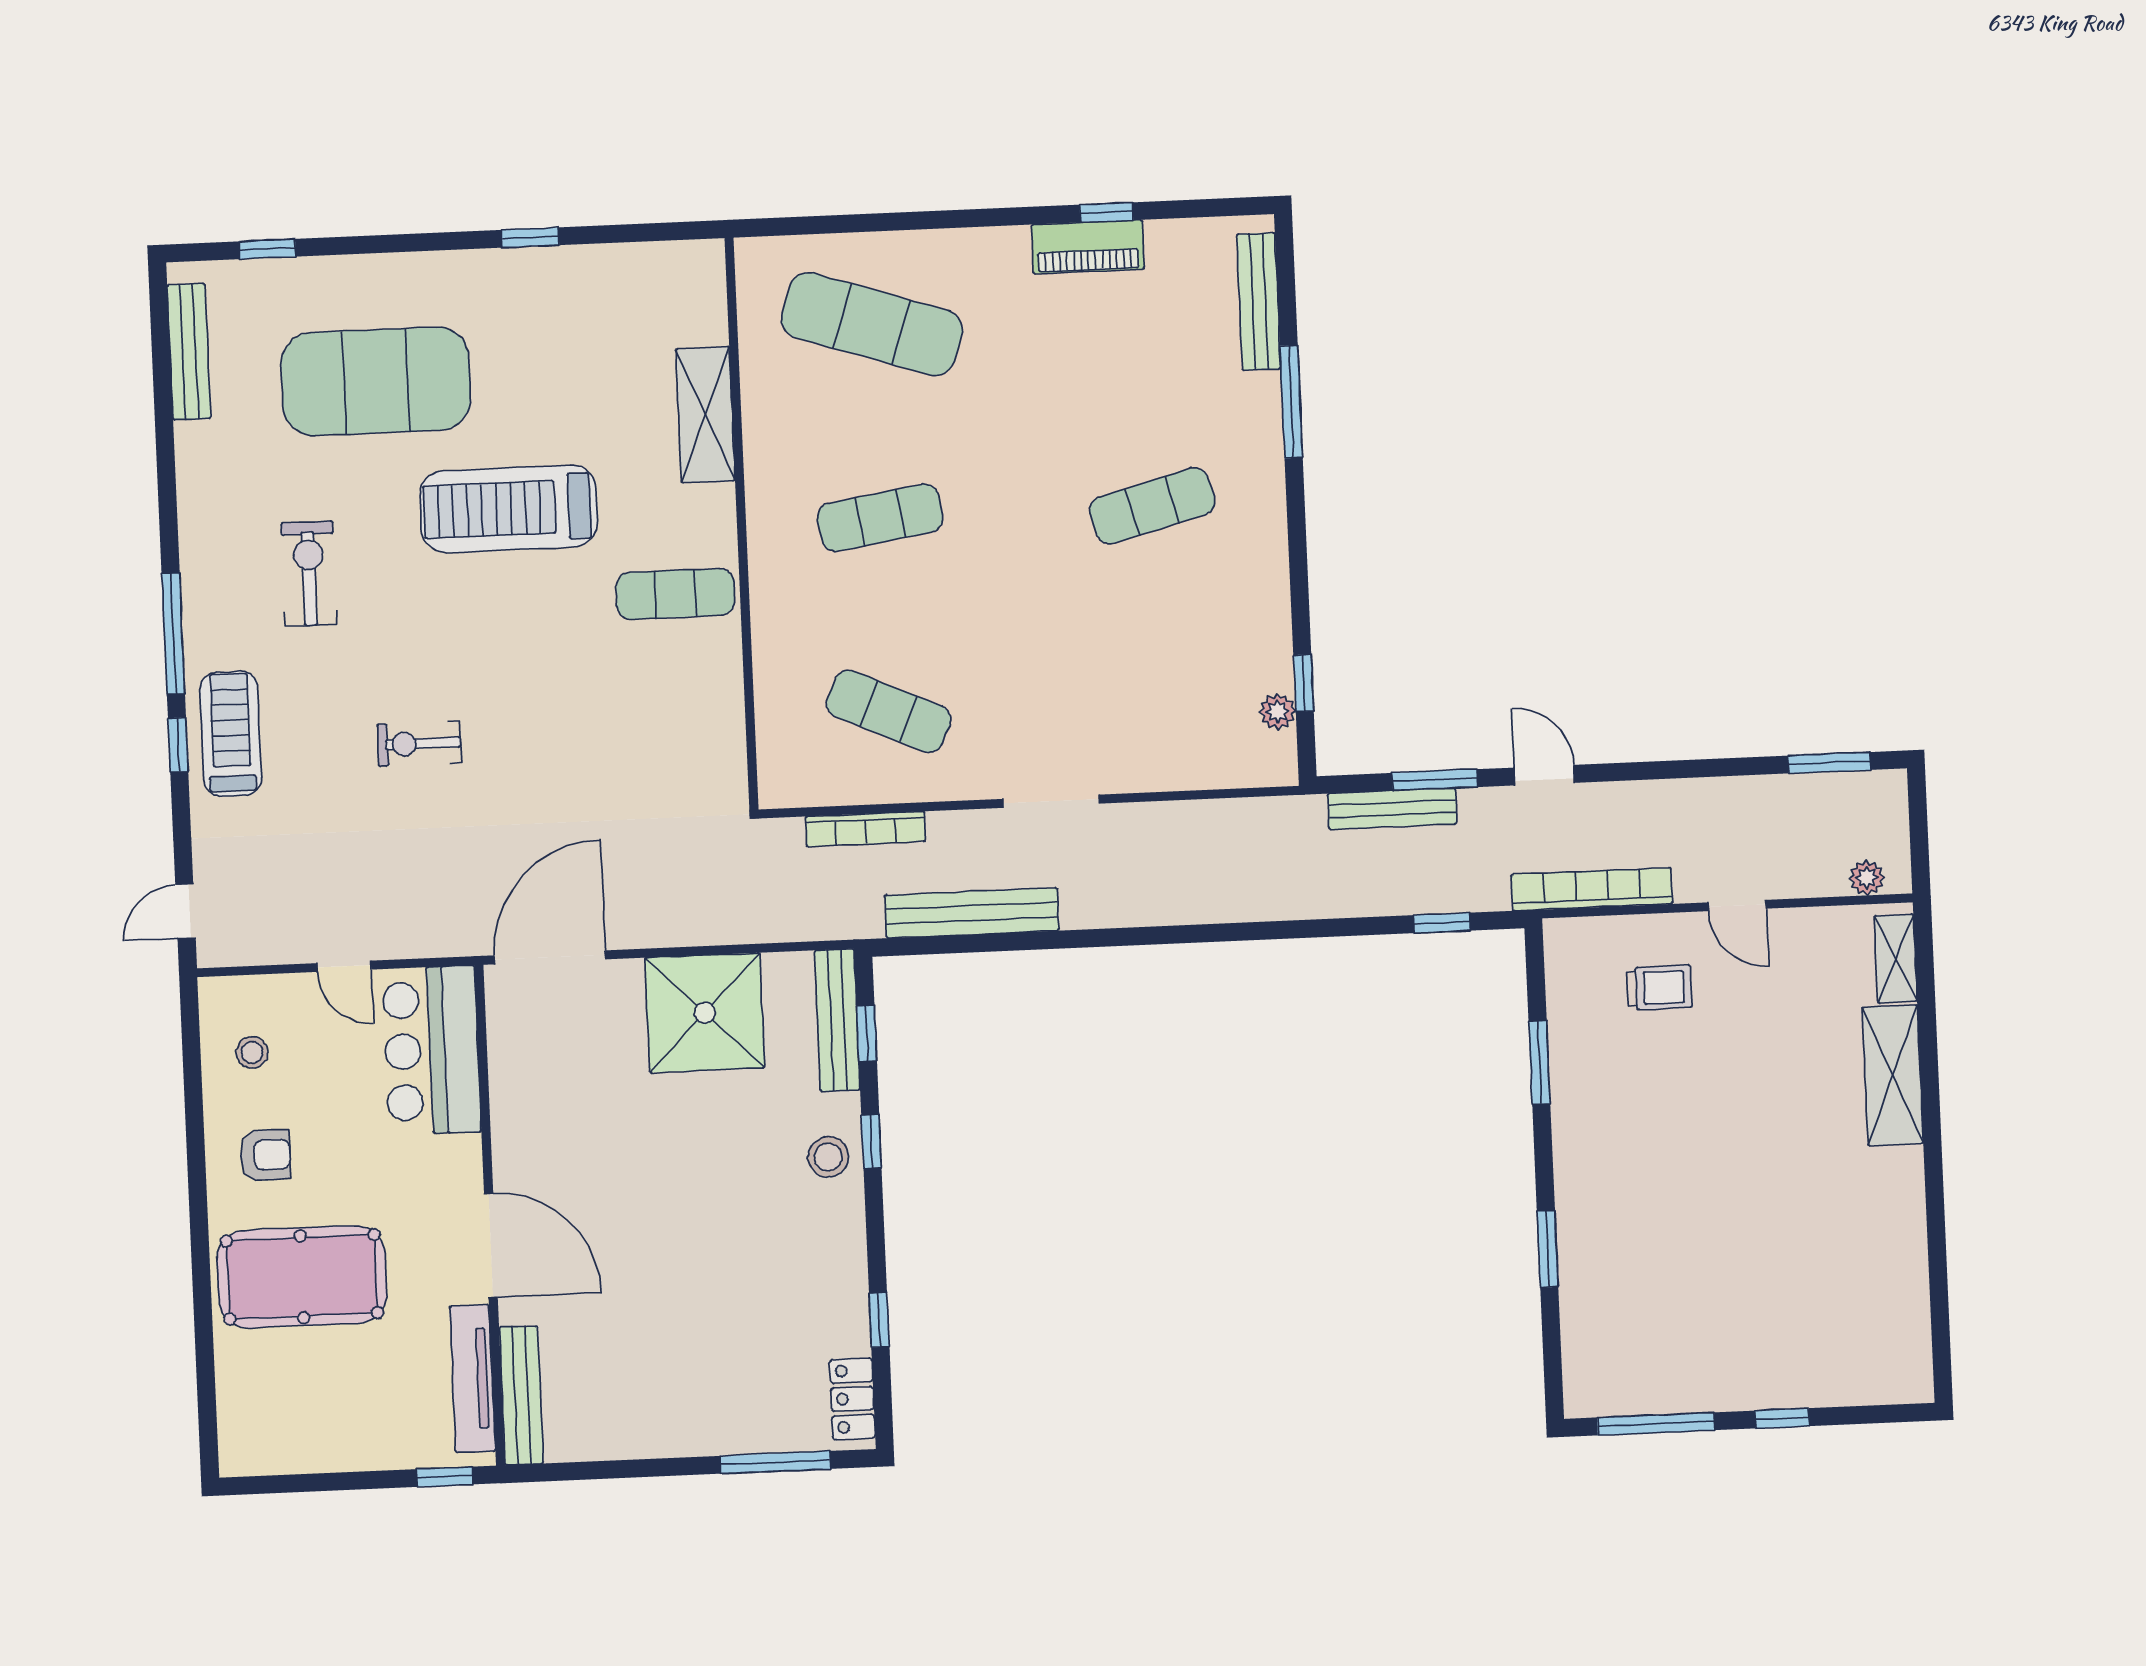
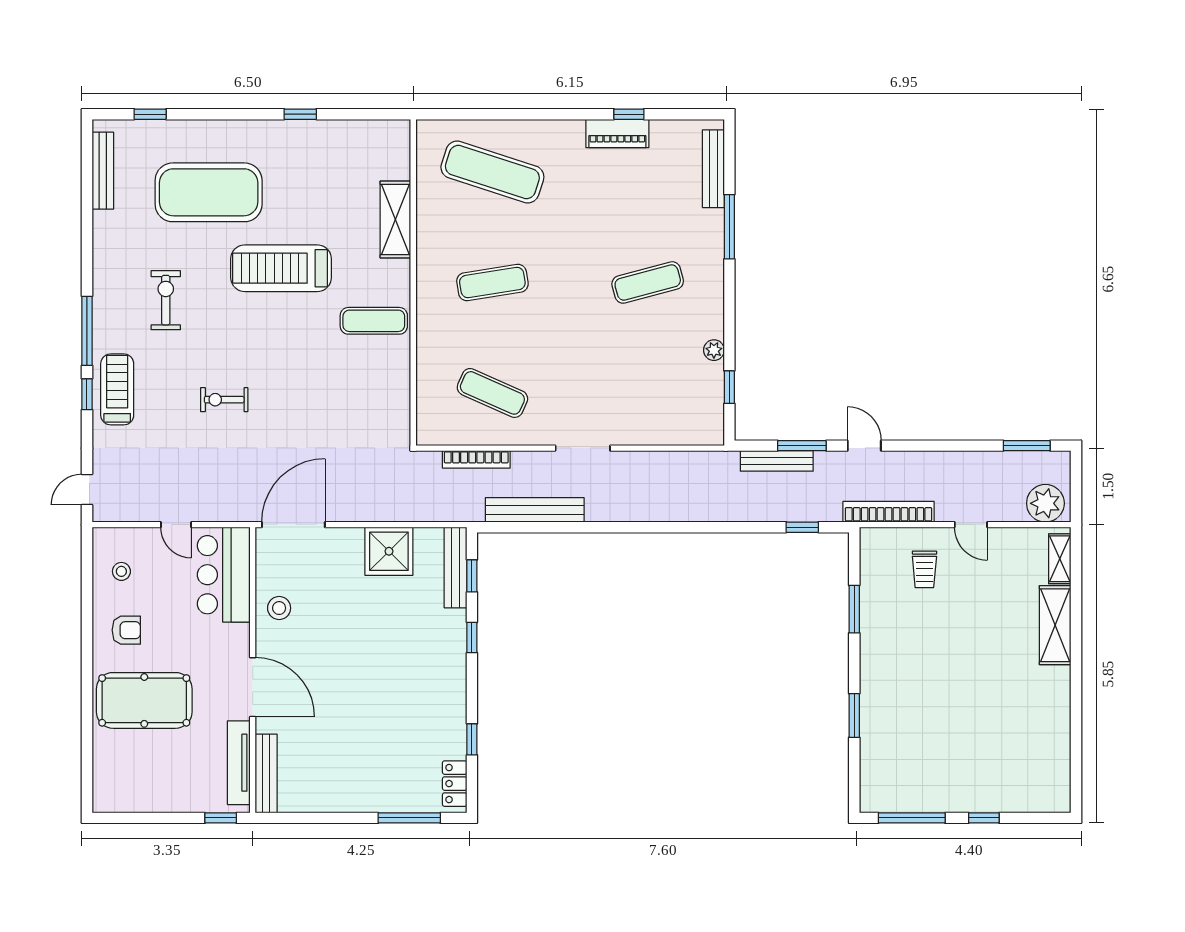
plant: (1278, 712) -> (714, 350), moved
plant: (1867, 878) -> (1045, 503), width x1.88, depth x1.88
trolley: (1659, 988) -> (924, 569), turned 90
shower: (705, 1013) -> (389, 551), width x0.73, depth x0.73
stool: (828, 1157) -> (279, 608), moved

